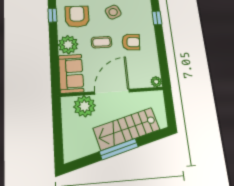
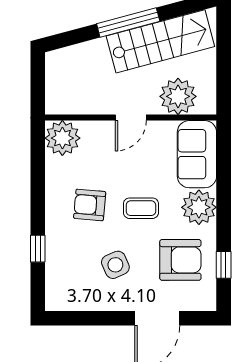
armchair: (77, 17) -> (180, 260), turned -91
plant: (156, 82) -> (62, 138), width x1.88, depth x1.88
door: (112, 92) -> (131, 118), width x0.53
stairs: (127, 129) -> (160, 41), moved

